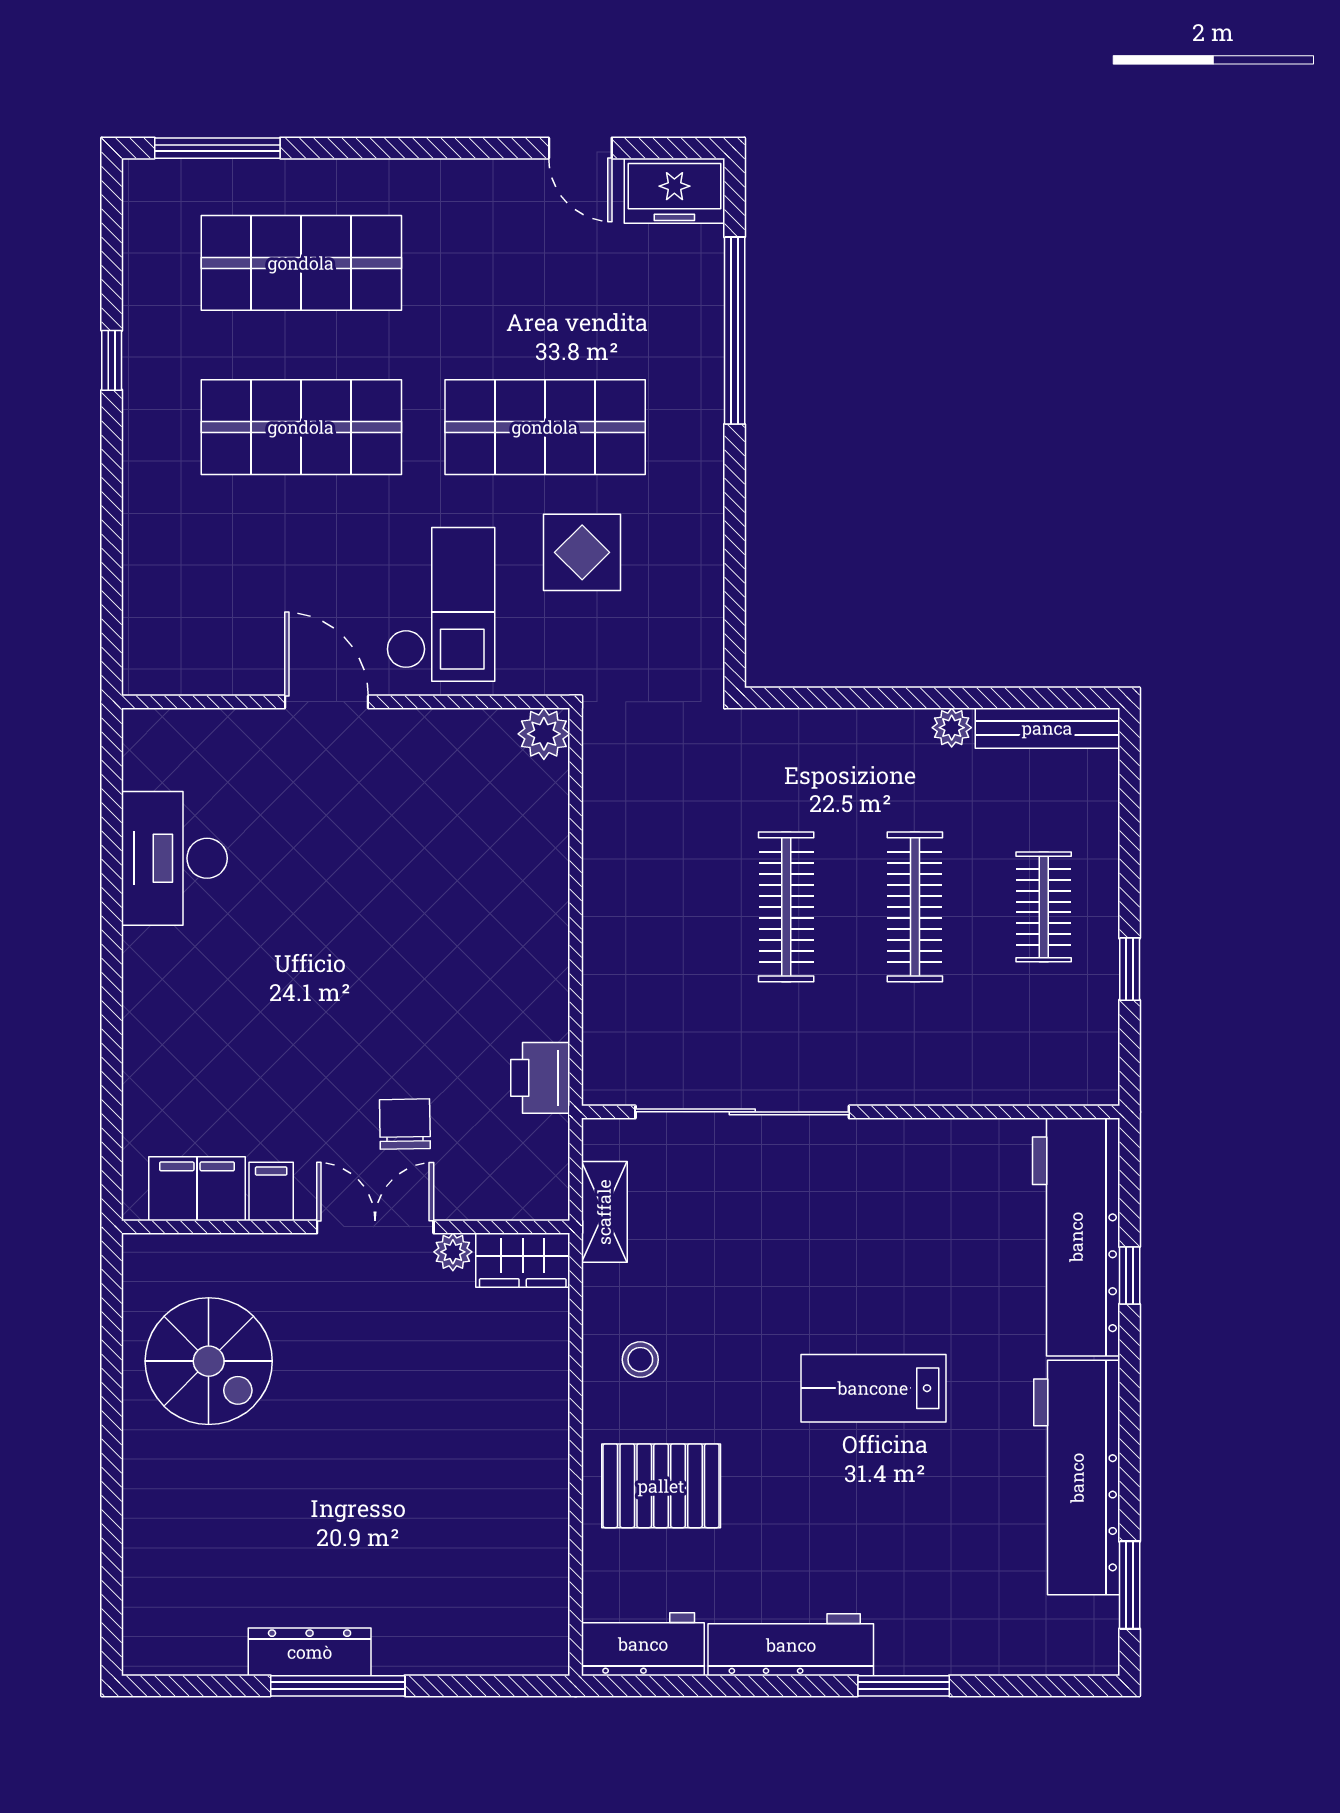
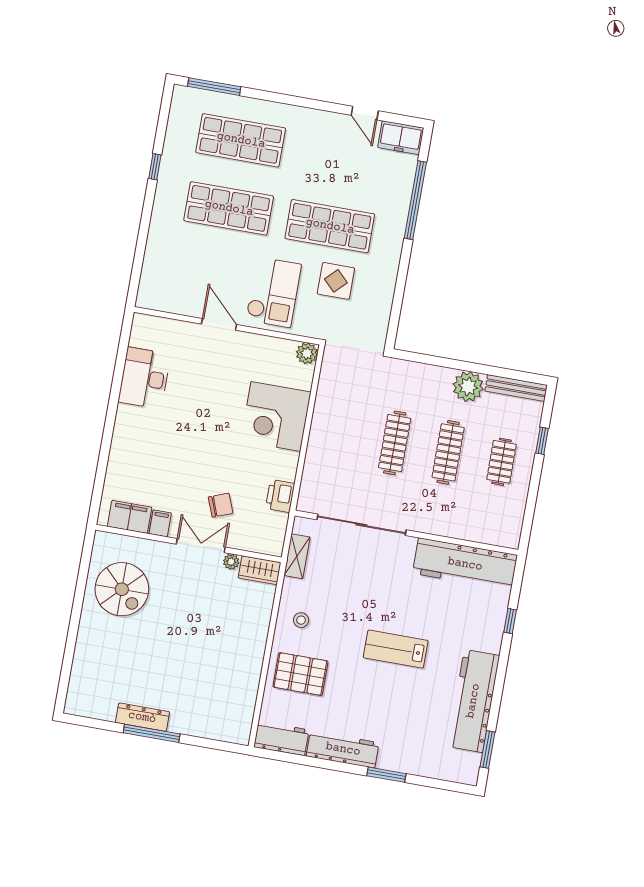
plant: (952, 728) -> (468, 387), width x1.87, depth x1.87
corner desk: (497, 894) -> (276, 417), added
window: (1130, 969) -> (542, 441), moved
chair: (405, 1124) -> (221, 505), turned 70
workbench: (1076, 1237) -> (465, 564), moved, turned -90

